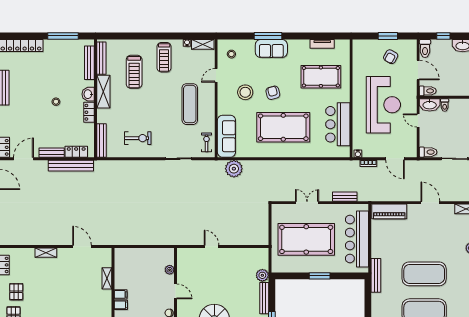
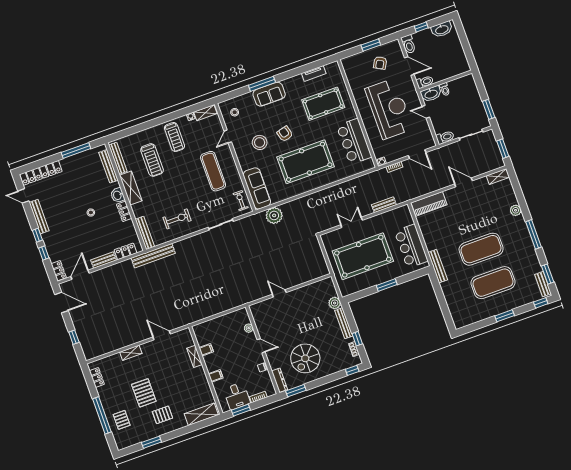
bench: (71, 166) -> (153, 256), moved
bar counter: (357, 239) -> (411, 246), width x0.73
pallet: (16, 292) -> (144, 393), moved, width x1.50, depth x1.42
filing cabinet: (121, 294) -> (206, 350), moved

